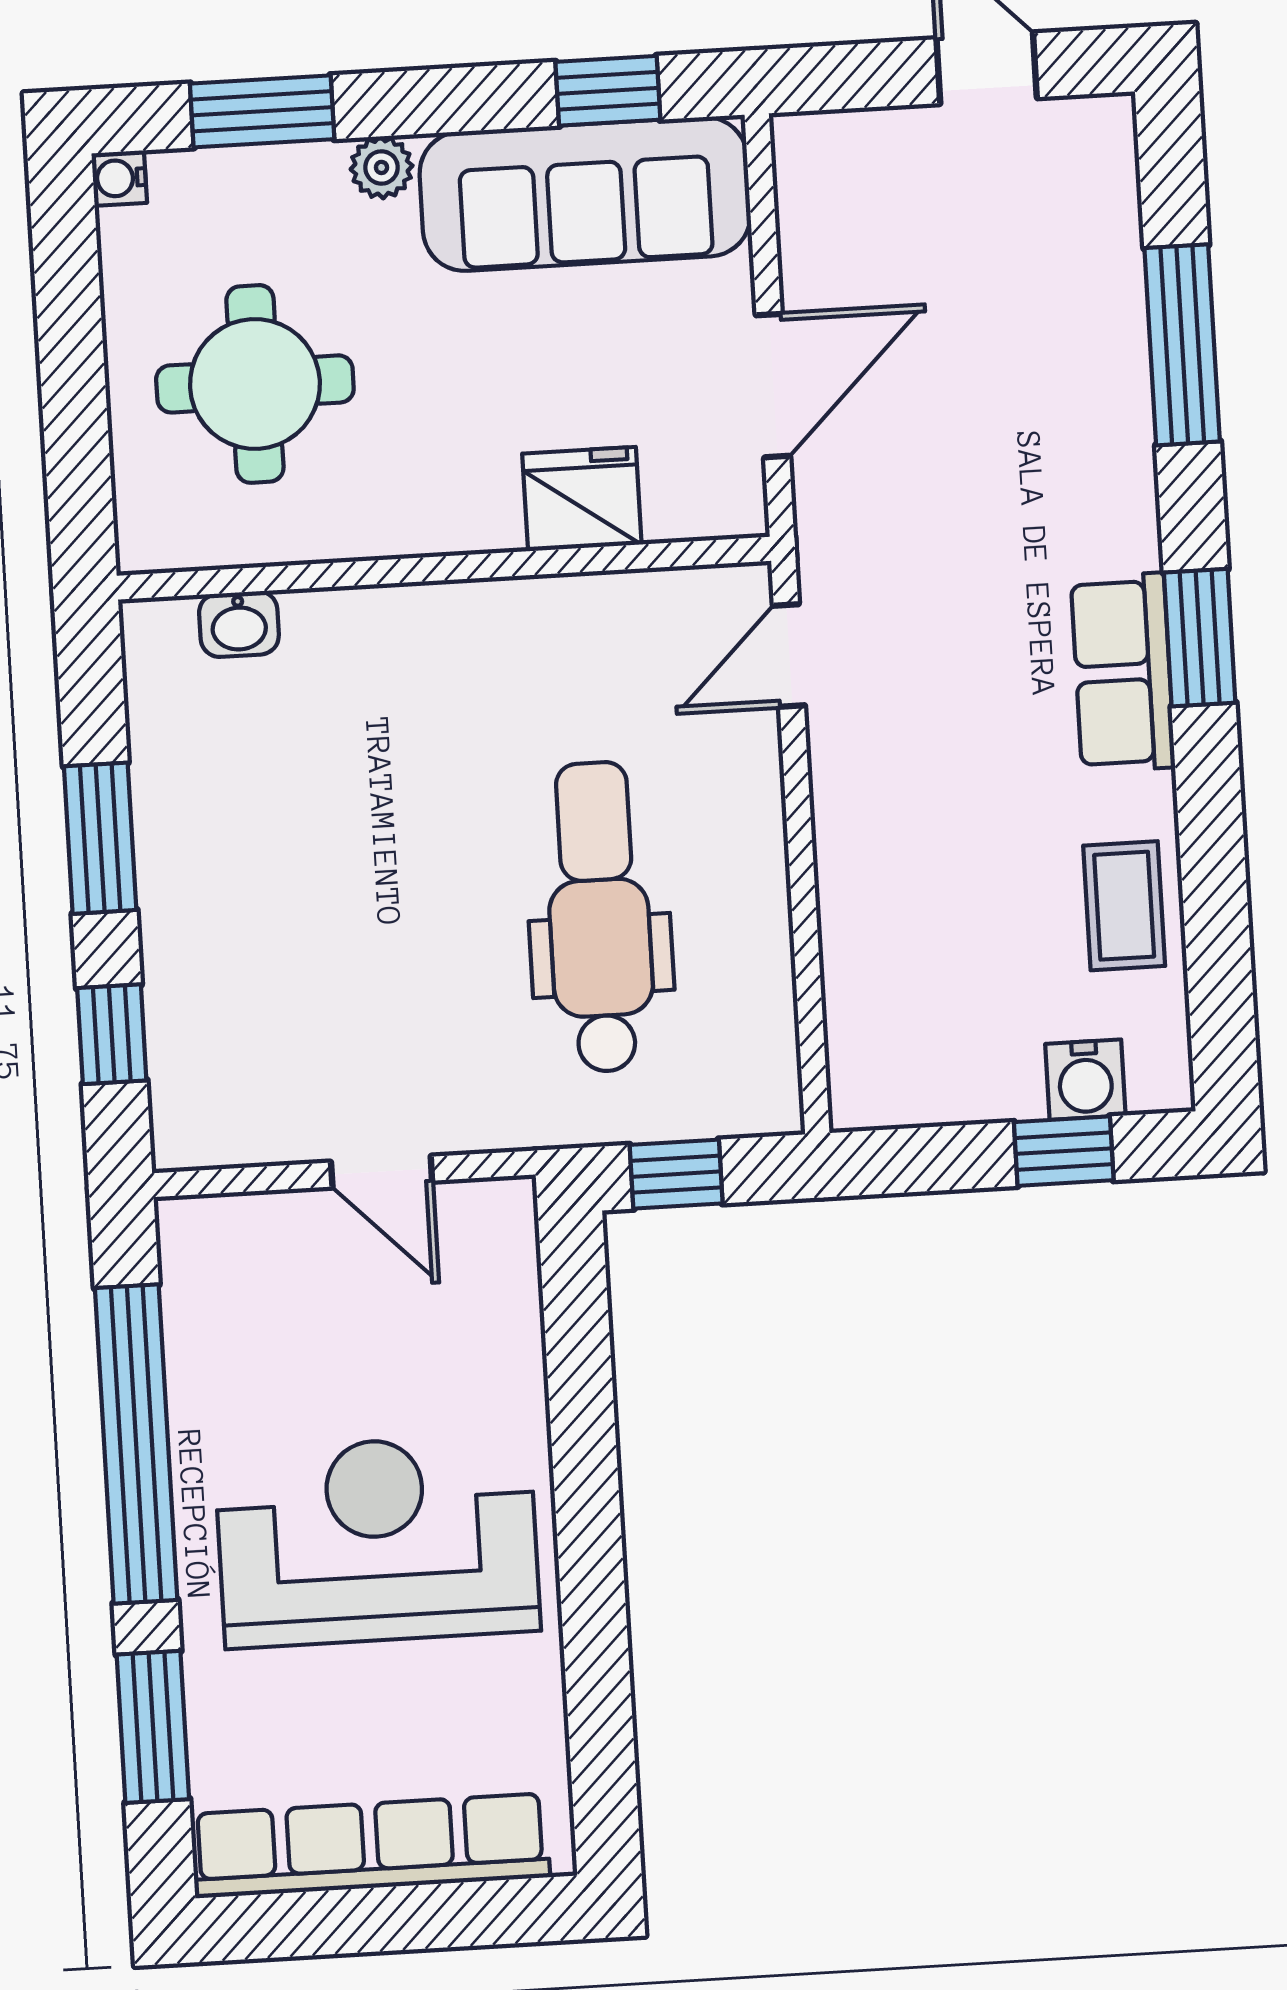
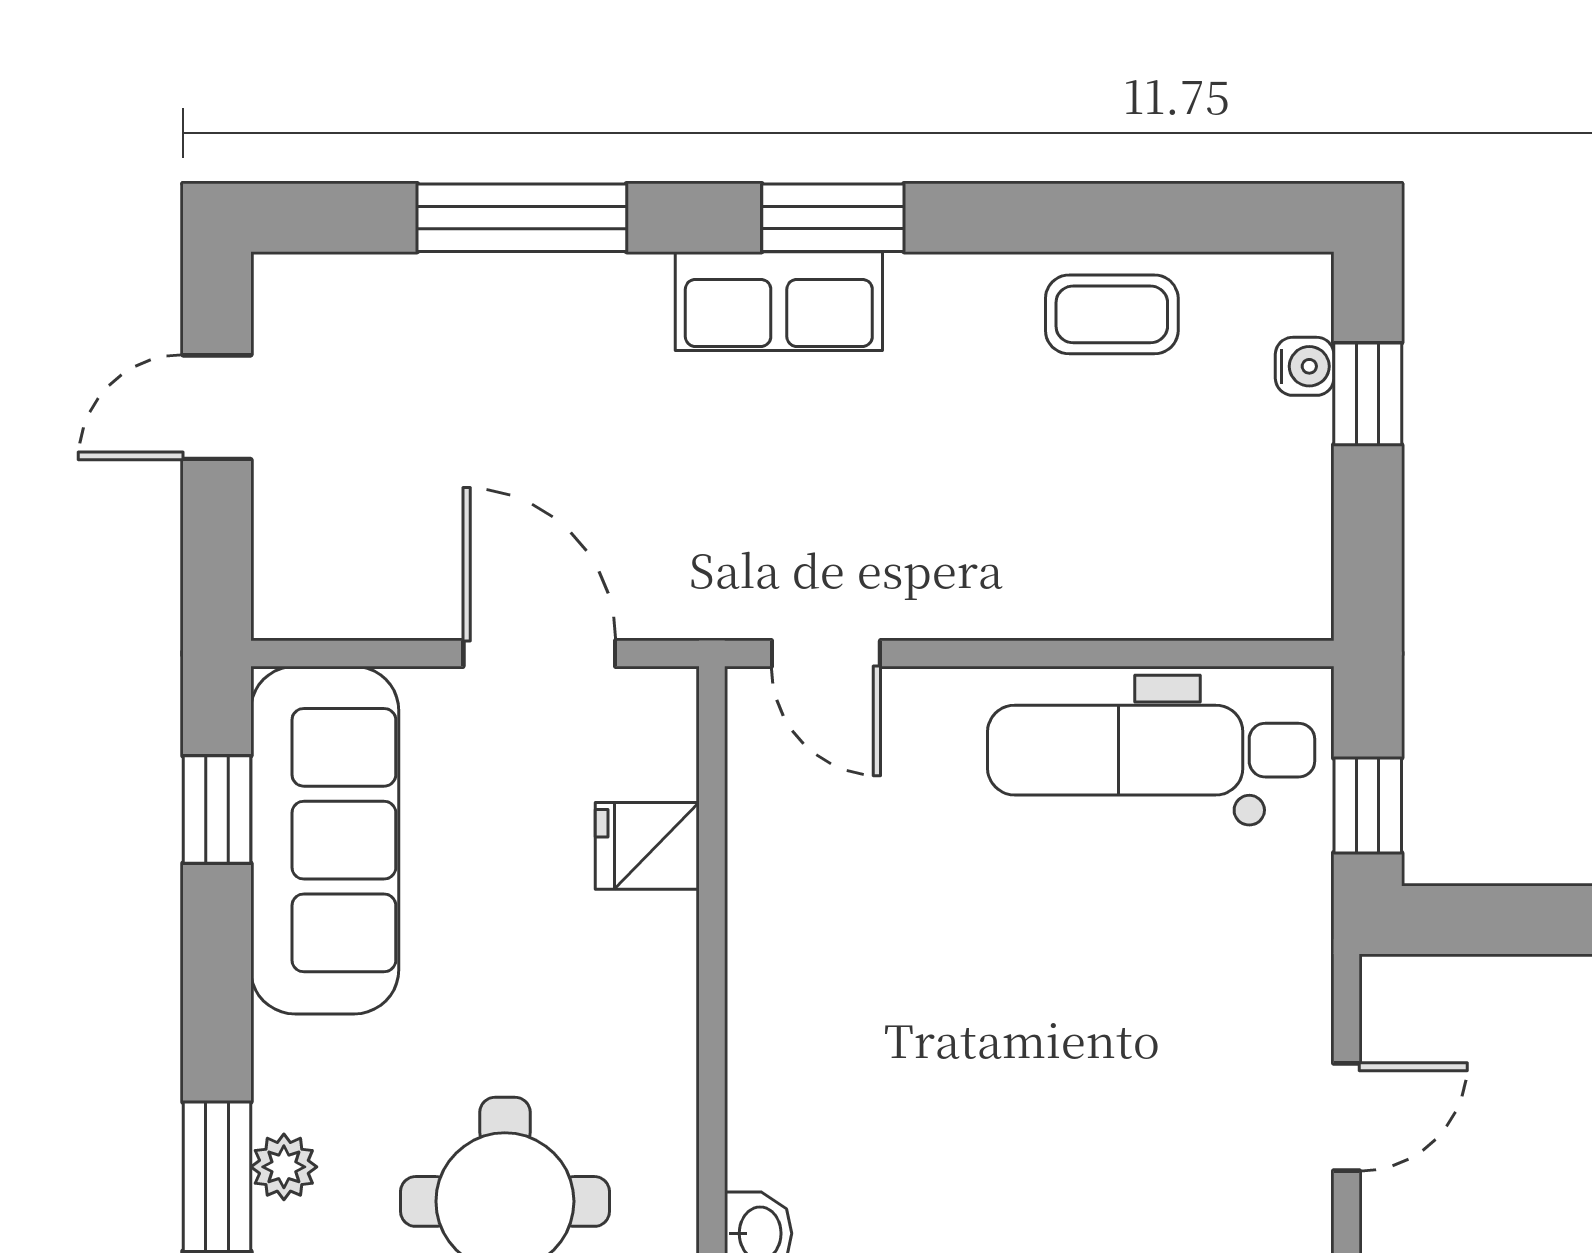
plant: (382, 167) -> (284, 1167), moved
fridge: (582, 499) -> (647, 846), width x0.72
row of seats: (1123, 673) -> (779, 301), moved
dental chair: (599, 917) -> (1151, 750), moved
water cooler: (1085, 1080) -> (1305, 366), width x0.72, depth x0.72

